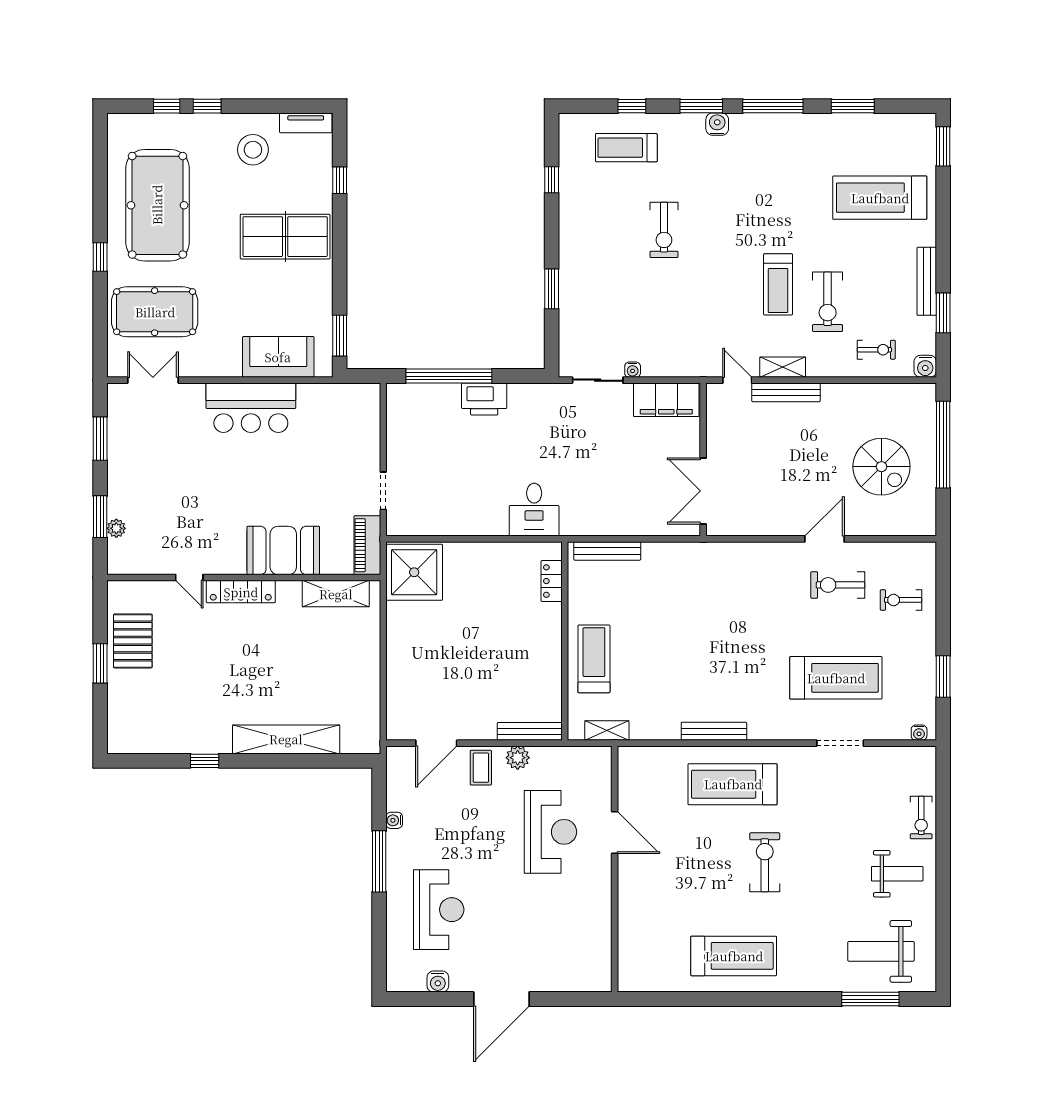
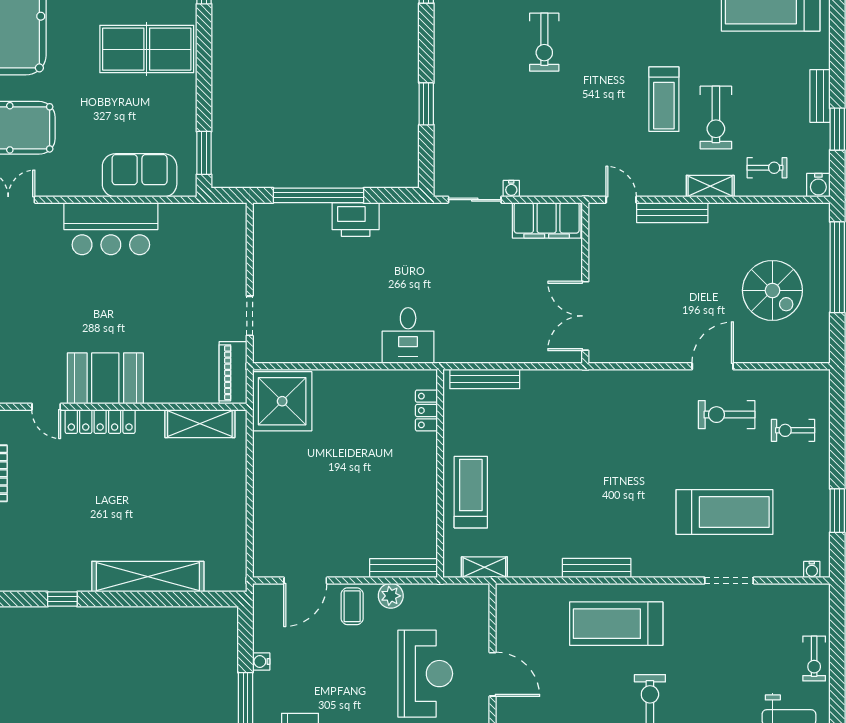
bench: (927, 281) -> (820, 96), width x0.73
shelving: (783, 367) -> (710, 186), moved
booth: (283, 550) -> (105, 378), moved

